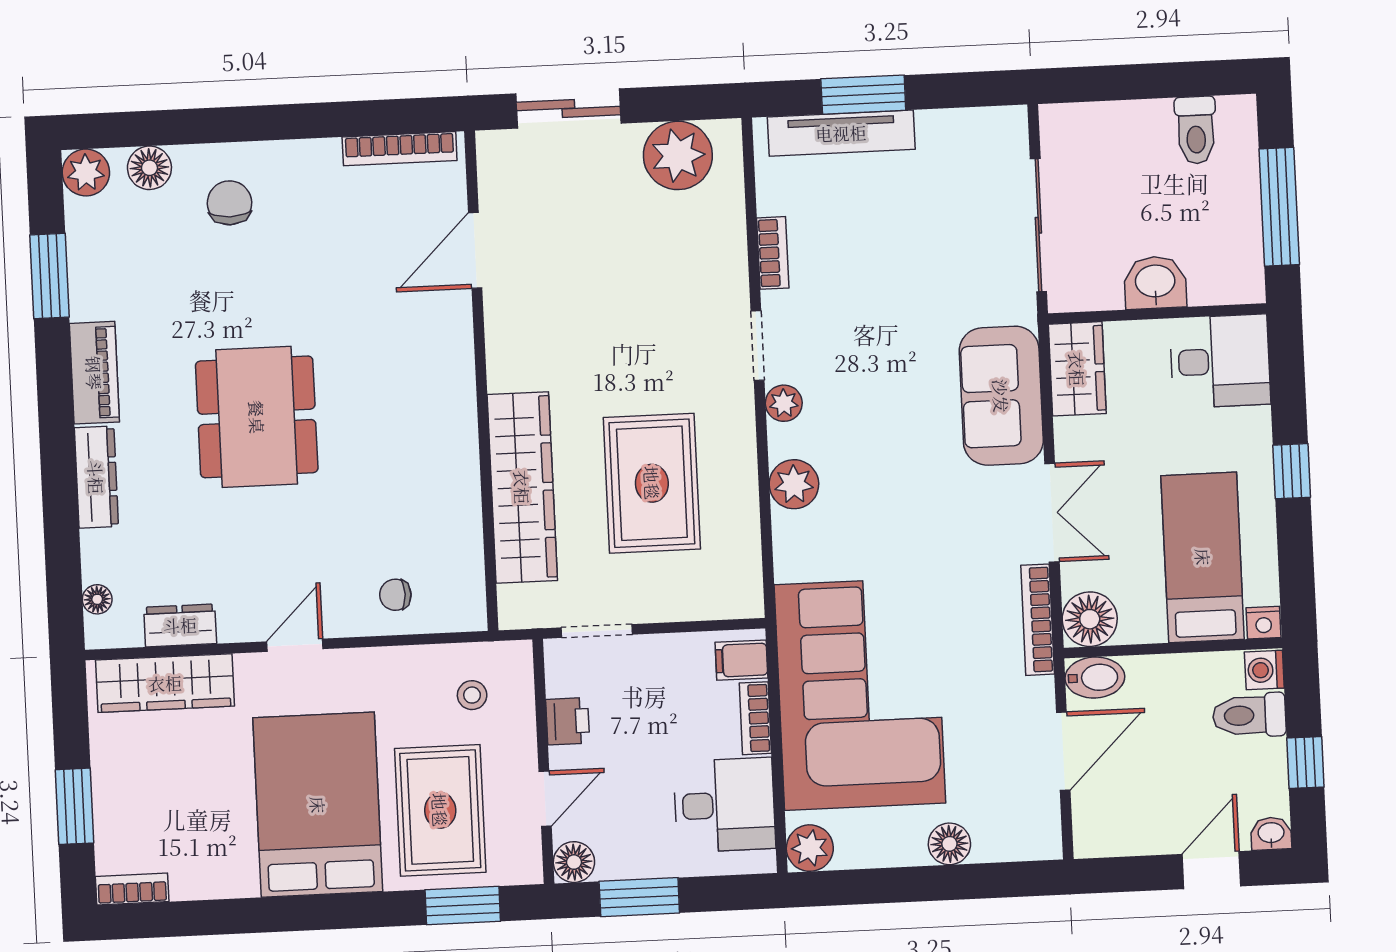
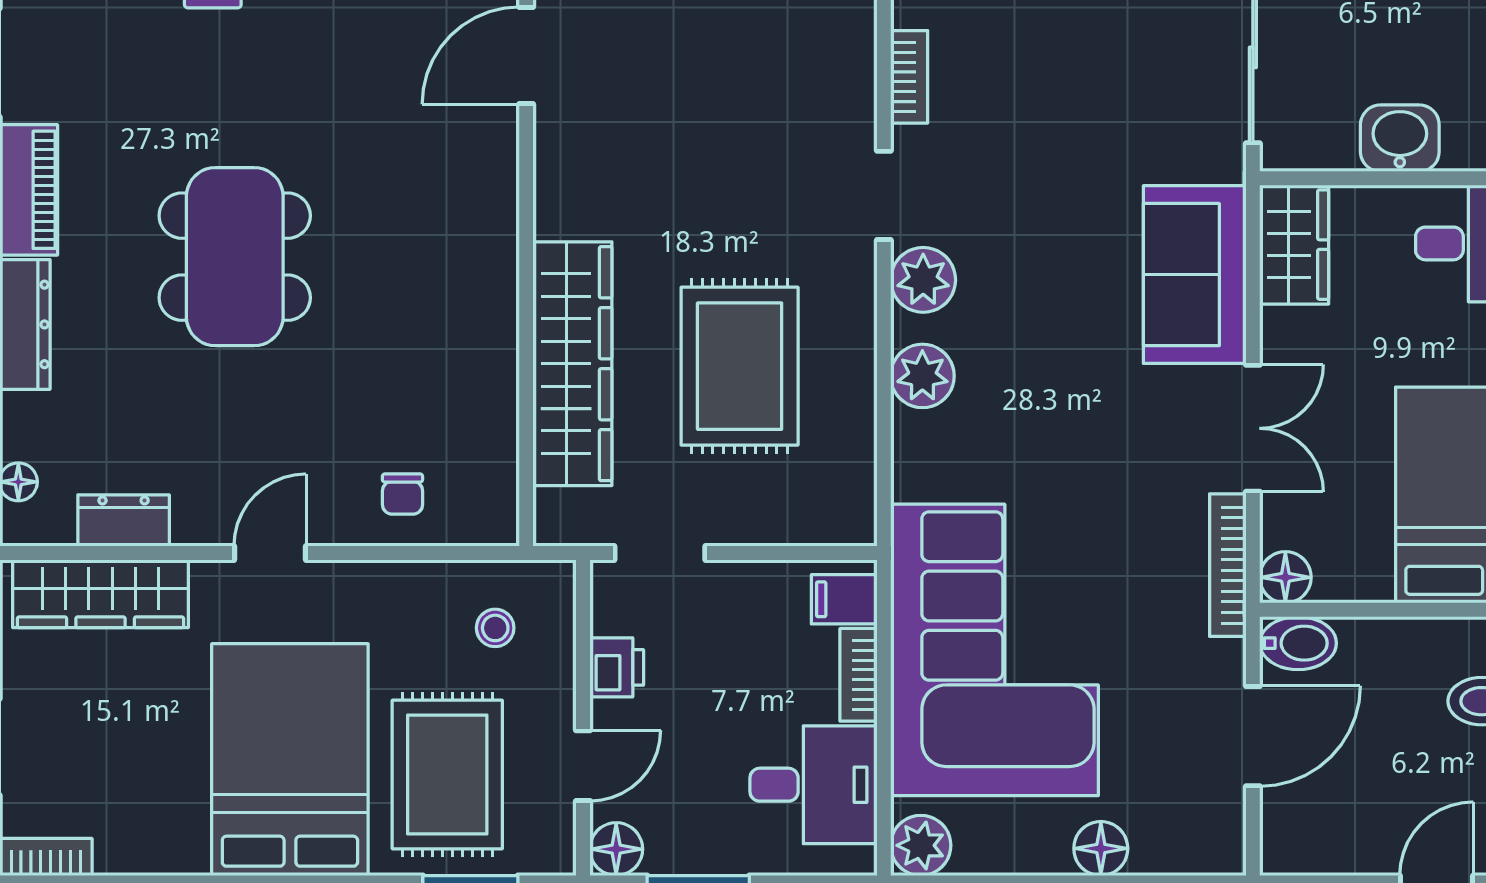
plant: (784, 403) -> (923, 280), width x1.38, depth x1.38
chair: (395, 595) -> (402, 494), turned -90
floor lamp: (1090, 619) -> (1285, 577), width x0.73, depth x0.73

